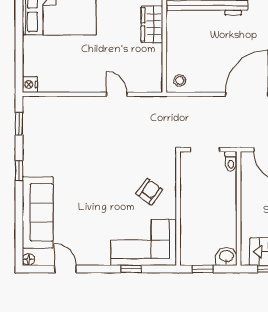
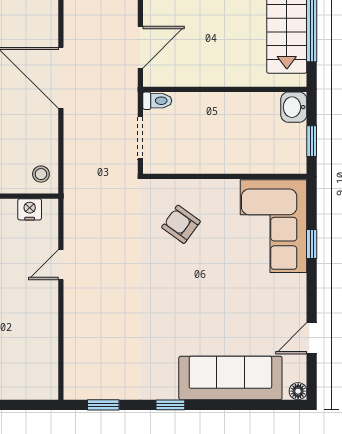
nightstand: (30, 84) -> (30, 209), moved, turned 180
armchair: (149, 192) -> (181, 224), moved

